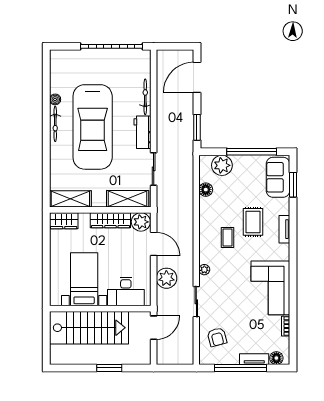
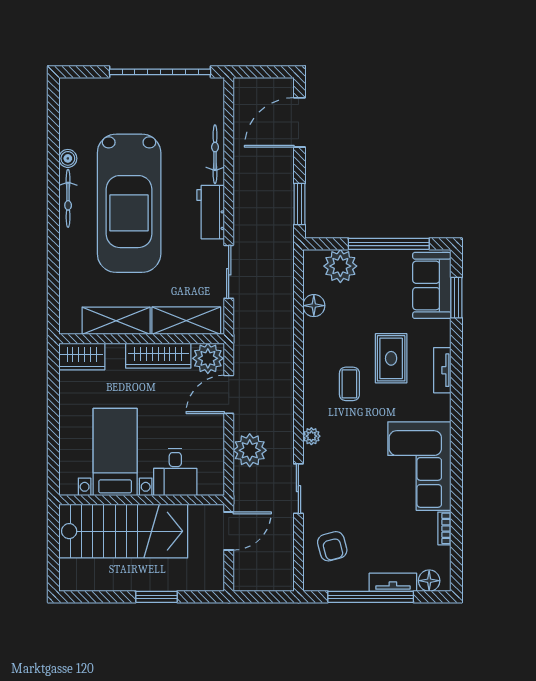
shelving: (70, 199) -> (116, 321), moved
door: (154, 244) -> (229, 394), swing flipped
desk: (126, 292) -> (175, 472), width x0.73

